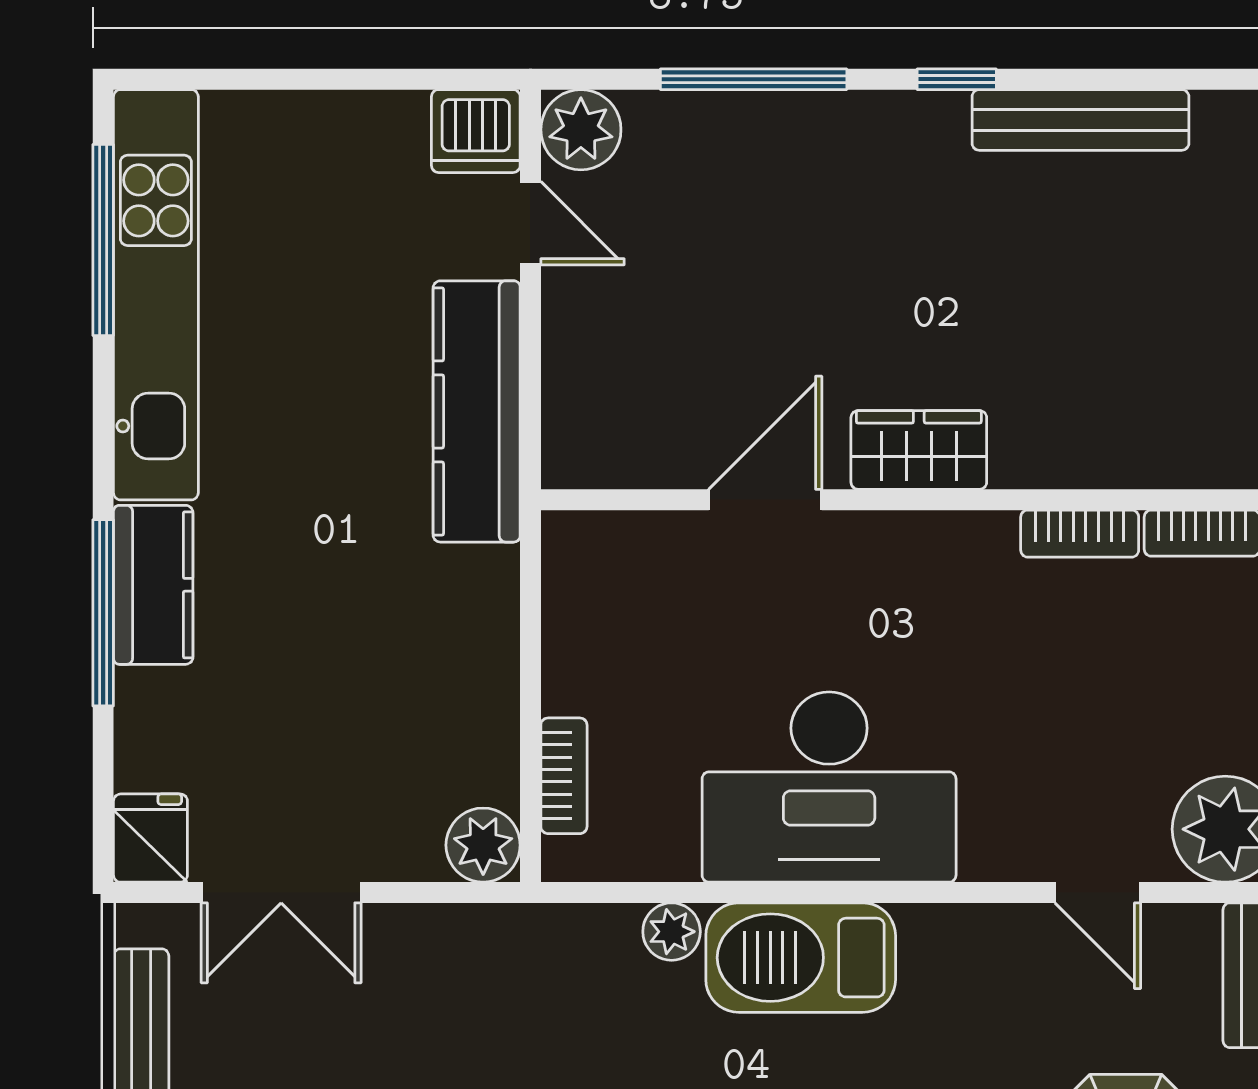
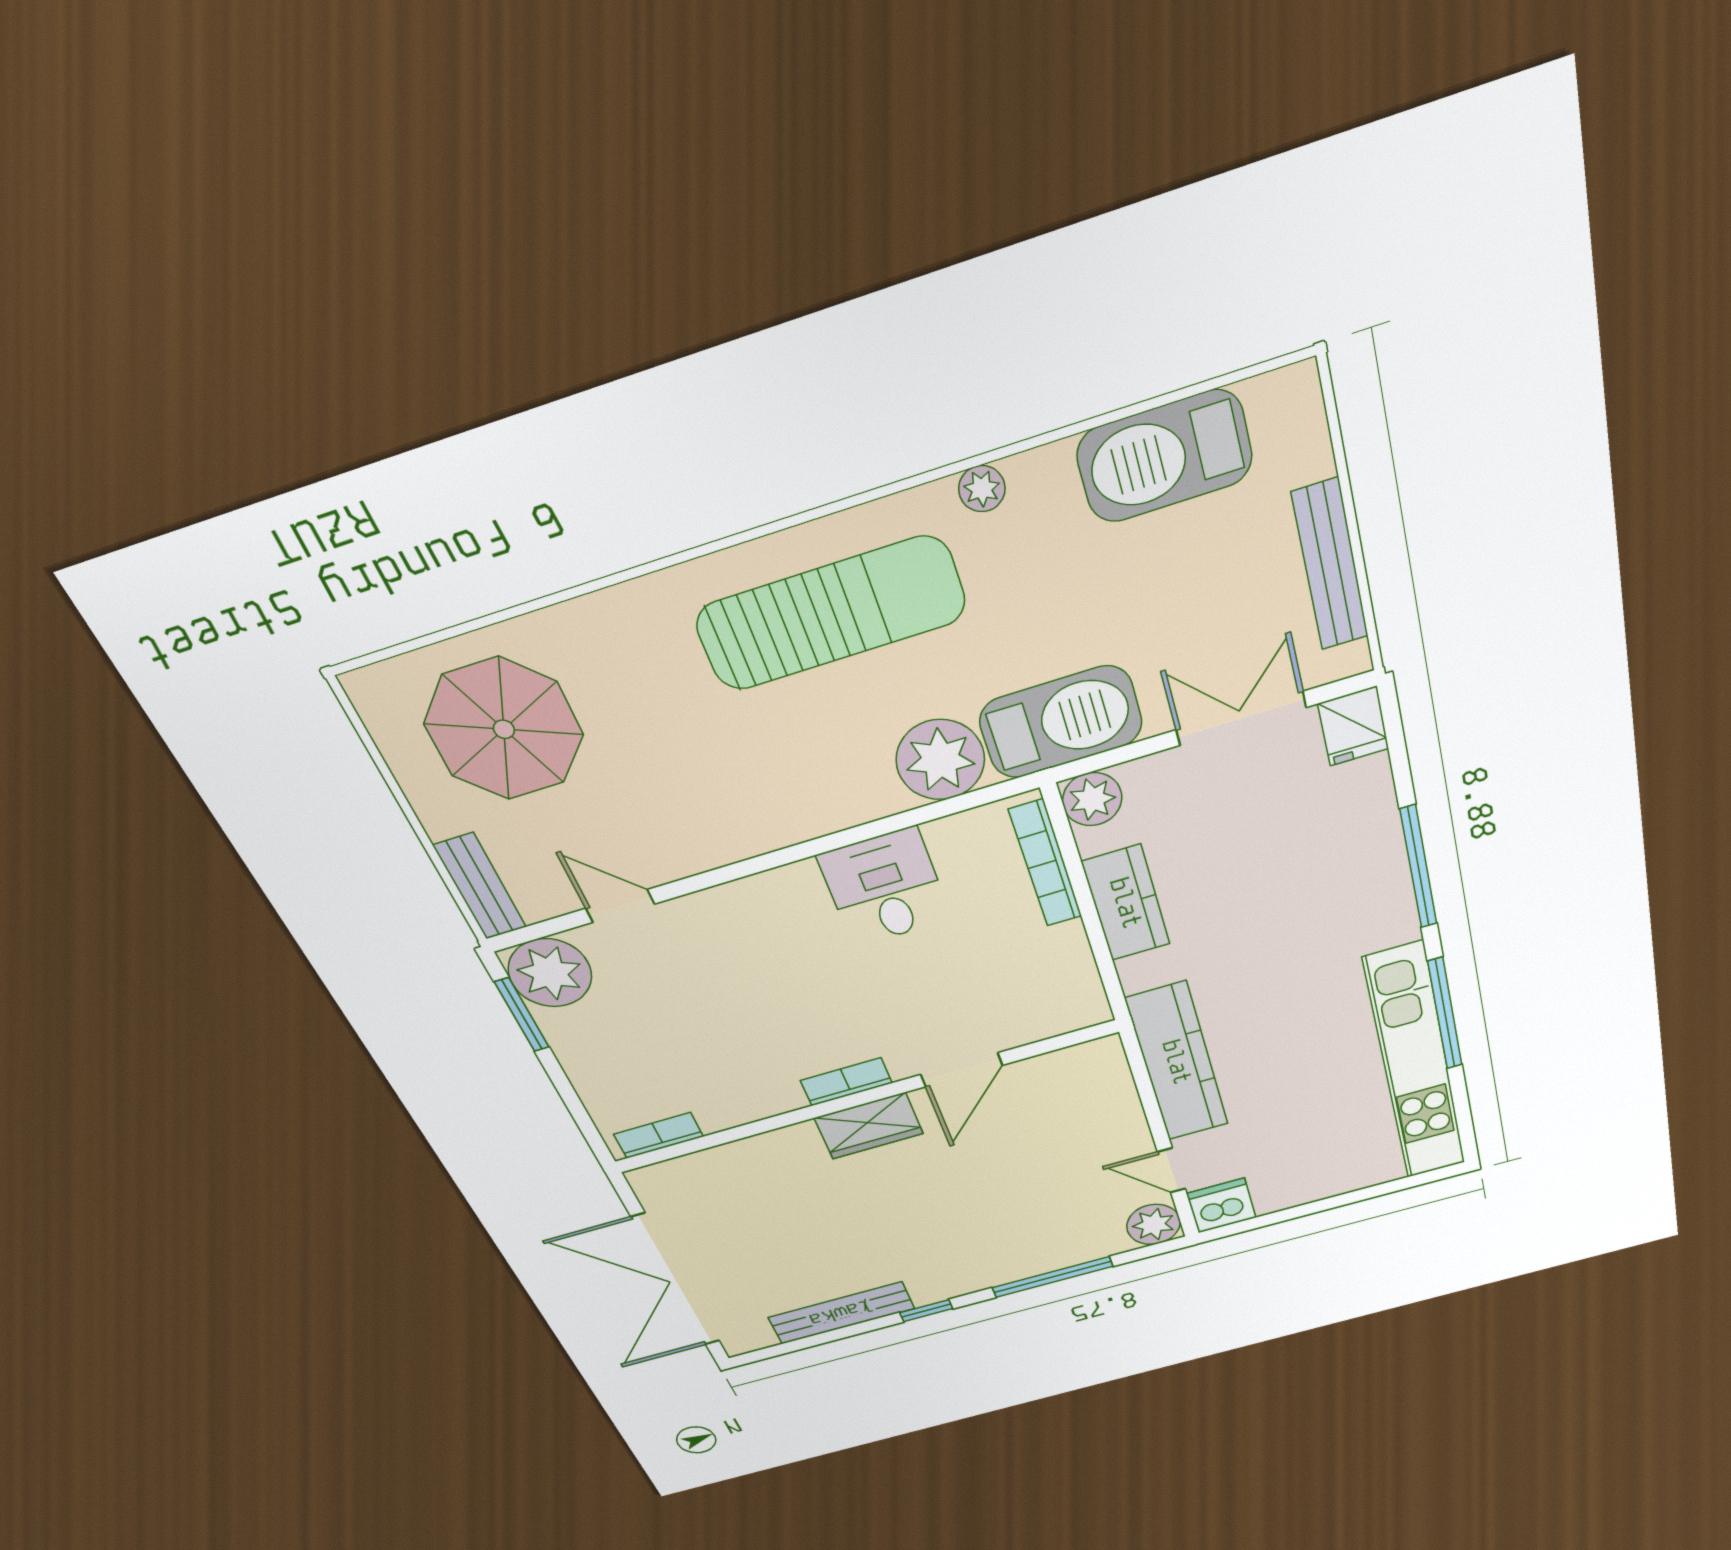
window: (103, 240) -> (1445, 1014), moved
bookcase: (1080, 534) -> (846, 1082), moved
kitchen counter: (153, 585) -> (1126, 903), moved, turned 180
bookcase: (564, 776) -> (1046, 864), width x1.56
desk: (829, 787) -> (885, 887), width x0.53, depth x0.77
plant: (672, 932) -> (940, 760), width x1.88, depth x1.88
barbecue: (801, 958) -> (1061, 722), moved

